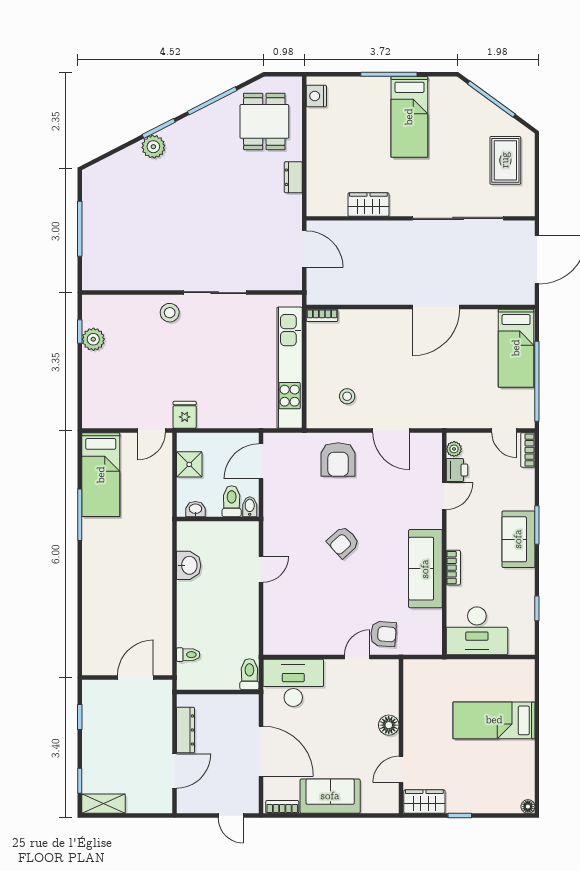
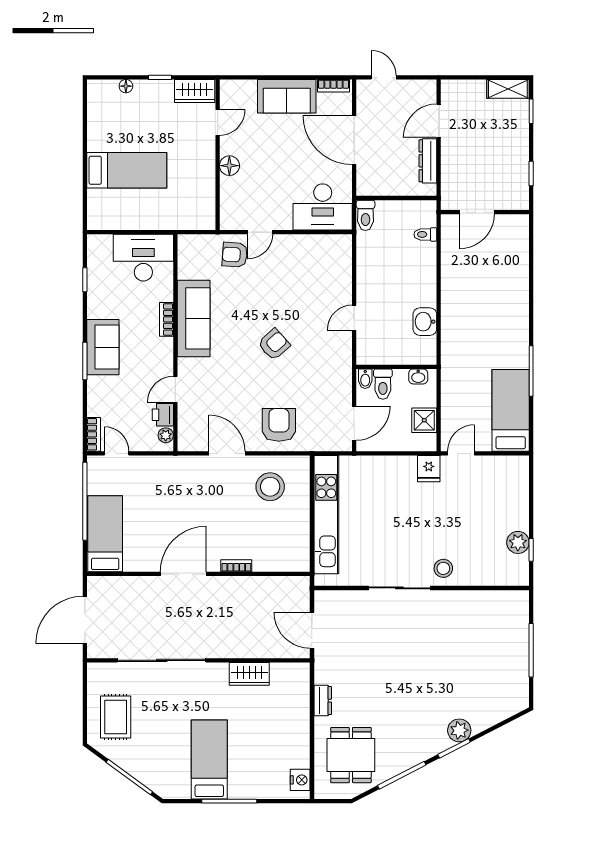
bookcase: (322, 315) -> (236, 566), moved
stool: (347, 396) -> (270, 487), width x1.89, depth x1.89
floor lamp: (528, 807) -> (126, 86), moved

